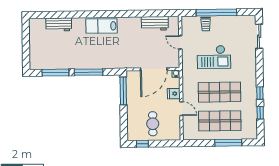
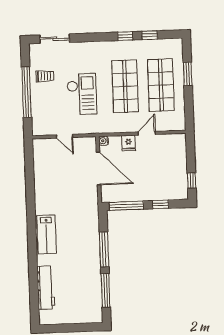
workbench: (155, 23) -> (42, 168), removed
workbench: (59, 24) -> (46, 288), width x1.38
trolley: (206, 24) -> (45, 76), moved
door: (180, 42) -> (65, 136), hinge flipped
window: (124, 118) -> (160, 204), added
cafe table: (153, 124) -> (166, 168), removed
window: (228, 143) -> (188, 74), width x0.69

